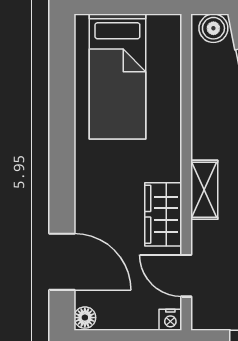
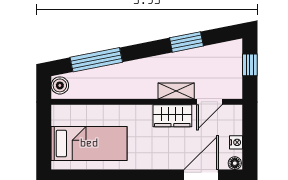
shelving: (204, 190) -> (176, 91), moved
nightstand: (170, 320) -> (236, 142), moved

